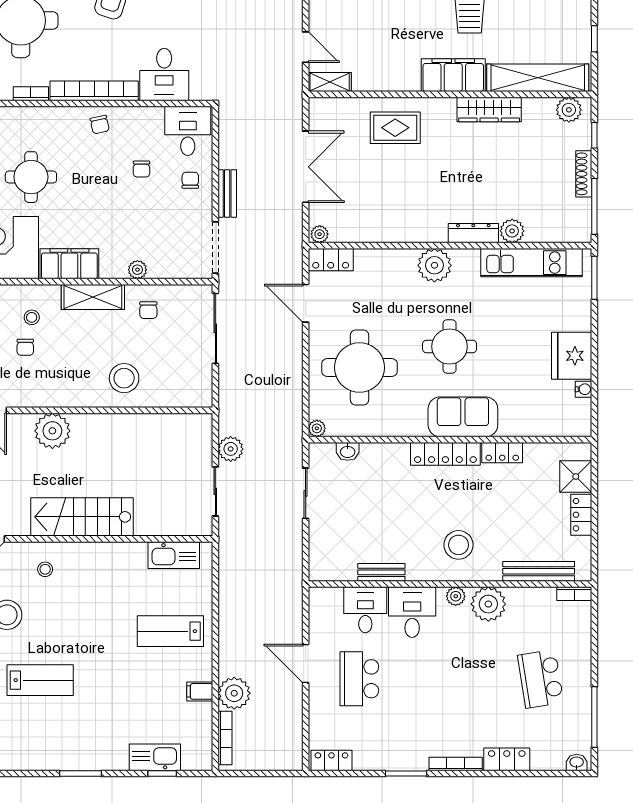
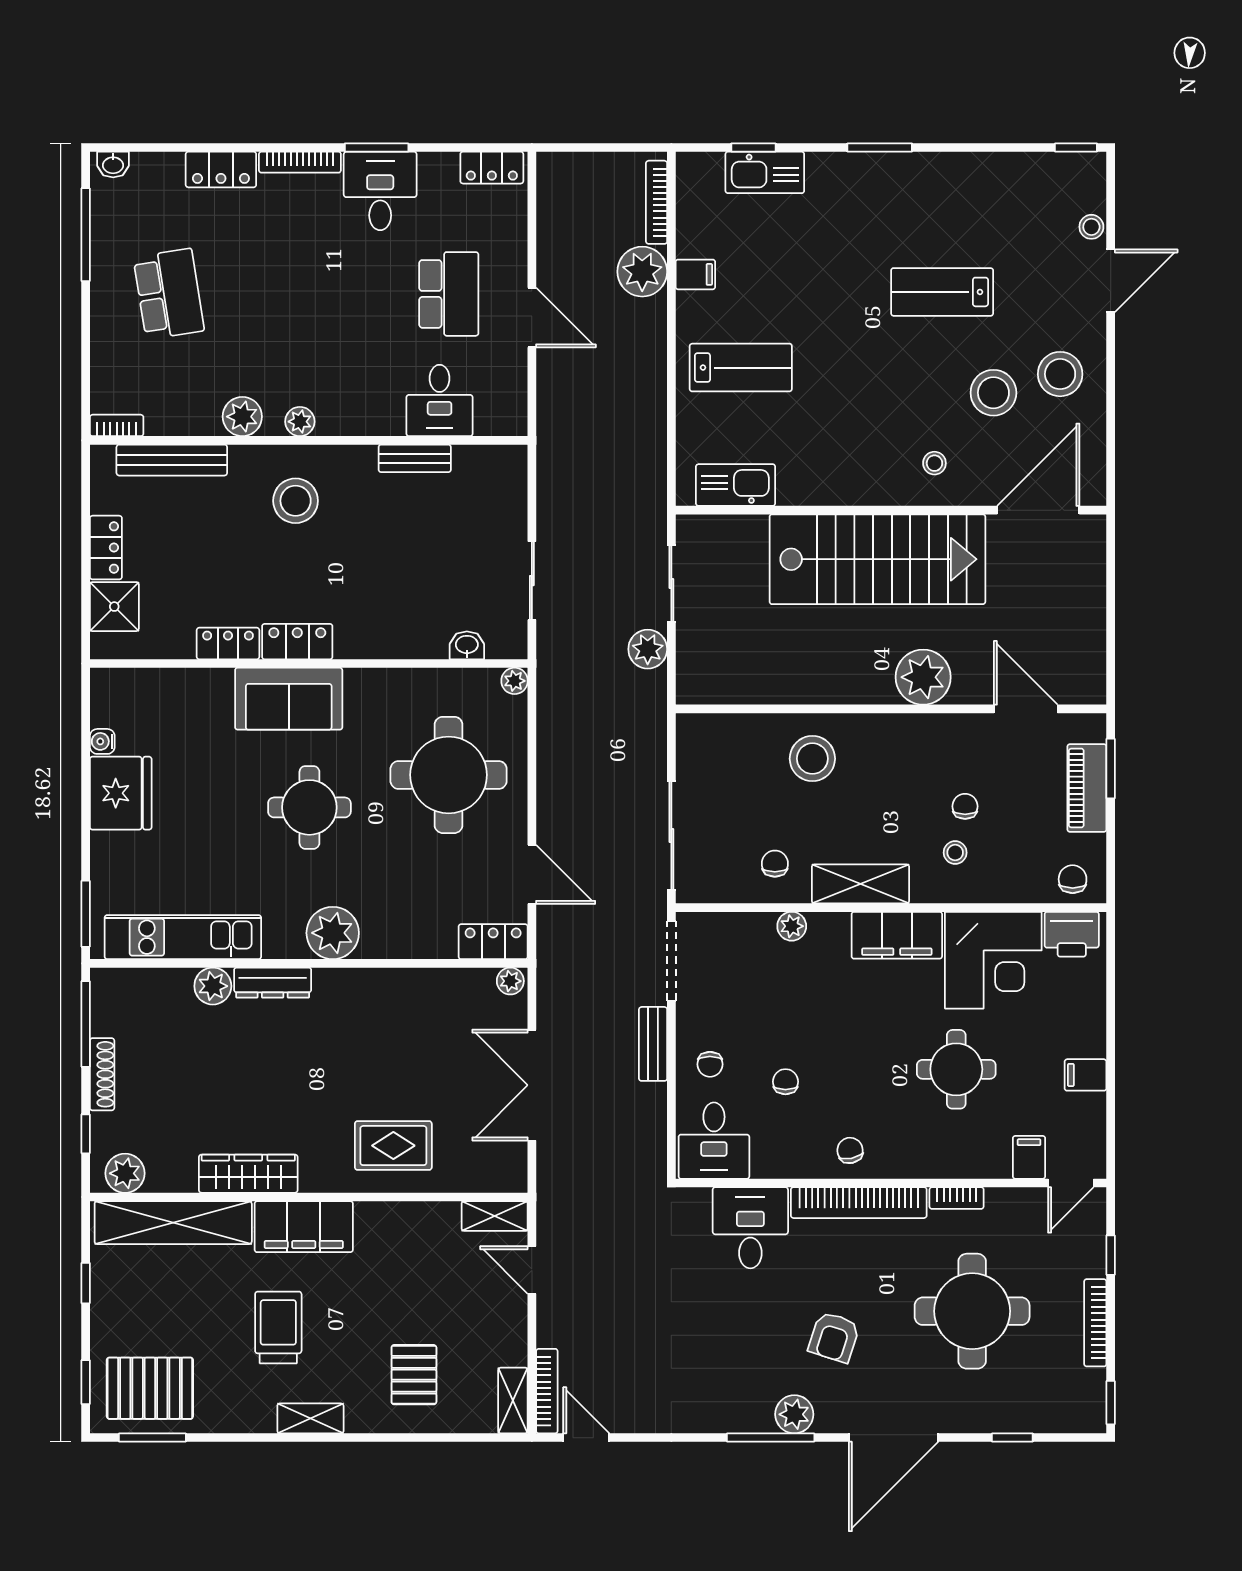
locker: (445, 454) -> (297, 642), width x0.66
stairs: (82, 517) -> (877, 559), width x1.36, depth x1.51
plant: (488, 604) -> (242, 417), width x0.73, depth x0.73
desk: (412, 612) -> (380, 191), moved, turned 180

